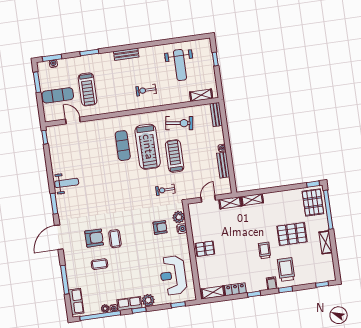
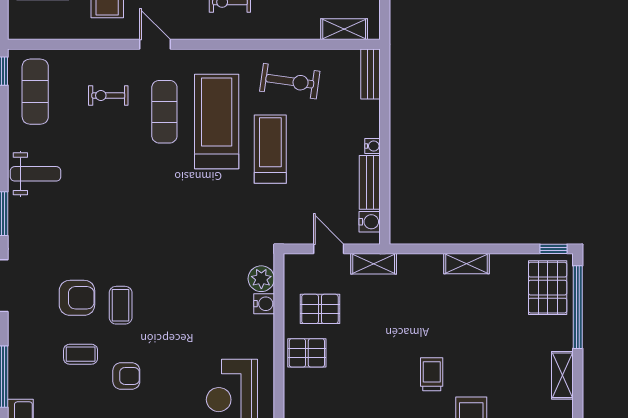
door: (73, 120) -> (155, 44), moved
exercise mat: (61, 145) -> (35, 92), added
treadmill: (148, 147) -> (217, 122), turned 180
water cooler: (226, 183) -> (370, 222), added
exercise bike: (165, 190) -> (108, 96), moved
door: (208, 199) -> (329, 249), hinge flipped
shelving: (252, 200) -> (466, 264), moved
armchair: (160, 227) -> (126, 376), moved
pallet: (292, 234) -> (320, 309), moved, width x0.67, depth x0.71

